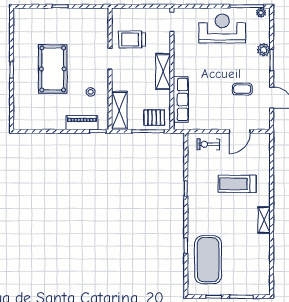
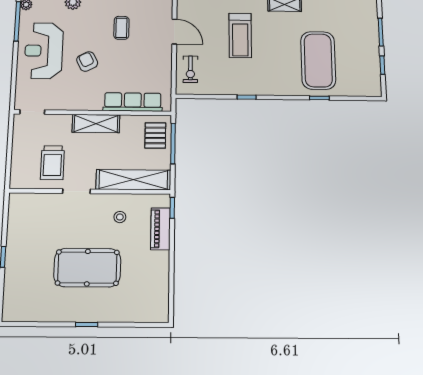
armchair: (214, 63) -> (87, 61), added
shelving: (119, 110) -> (133, 180), width x1.47
exercise mat: (208, 260) -> (318, 60), moved, turned 90

